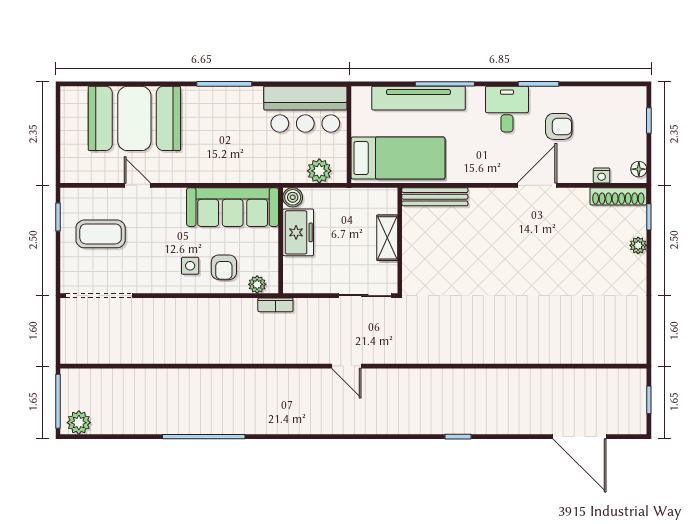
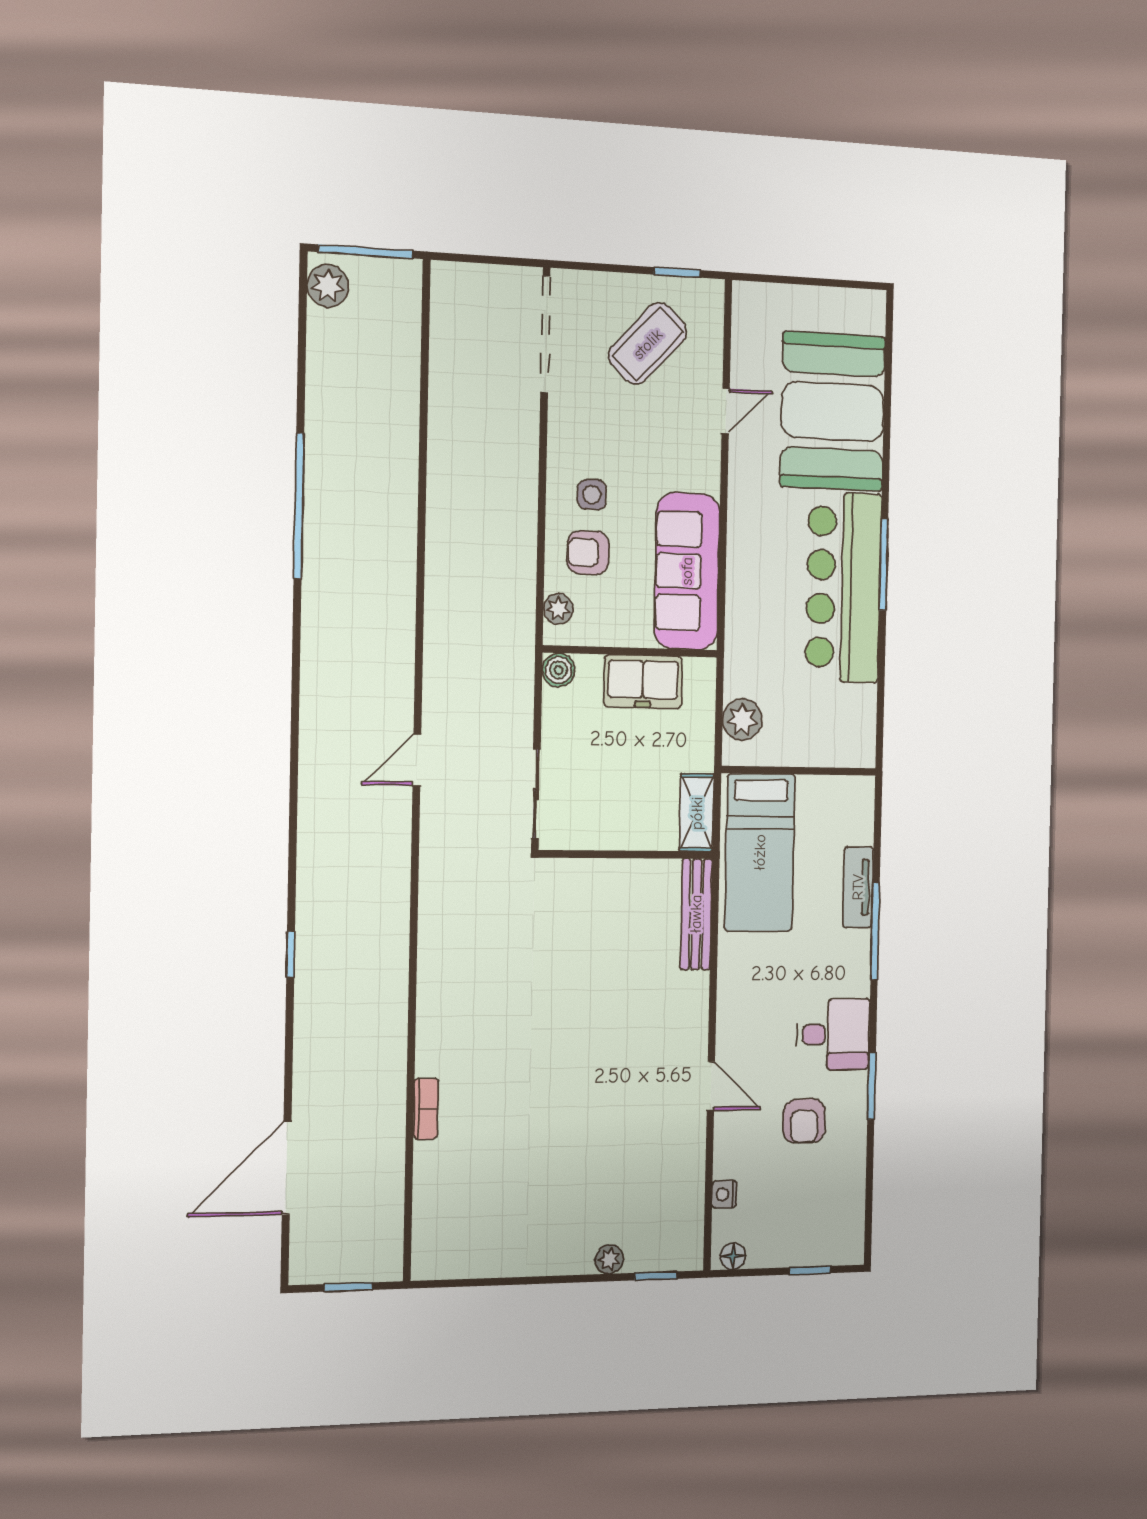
tv unit: (418, 98) -> (858, 887), width x0.52, depth x0.78
bar counter: (305, 109) -> (843, 587), moved, width x1.36
door: (537, 185) -> (711, 1086), width x0.73
shoe rack: (618, 196) -> (690, 1223), removed
boiler: (293, 197) -> (559, 670), moved
coffee table: (101, 234) -> (648, 344), turned 43
shelving: (387, 238) -> (697, 813), moved, turned 90
bookcase: (275, 305) -> (426, 1109), moved, turned 180

